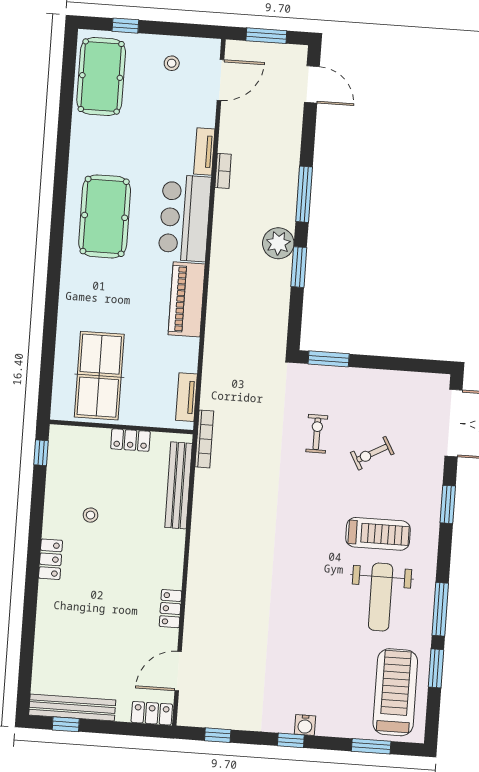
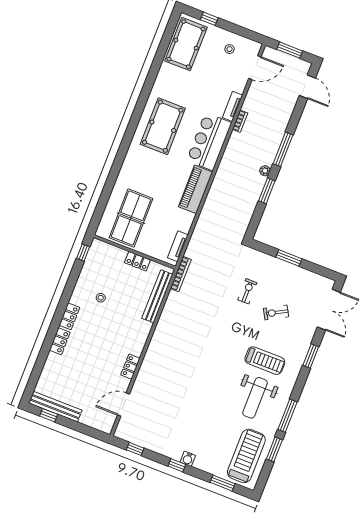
plant: (278, 243) -> (265, 171), width x0.53, depth x0.53
window: (329, 359) -> (289, 258), moved
locker: (152, 713) -> (60, 341), moved, turned 90

